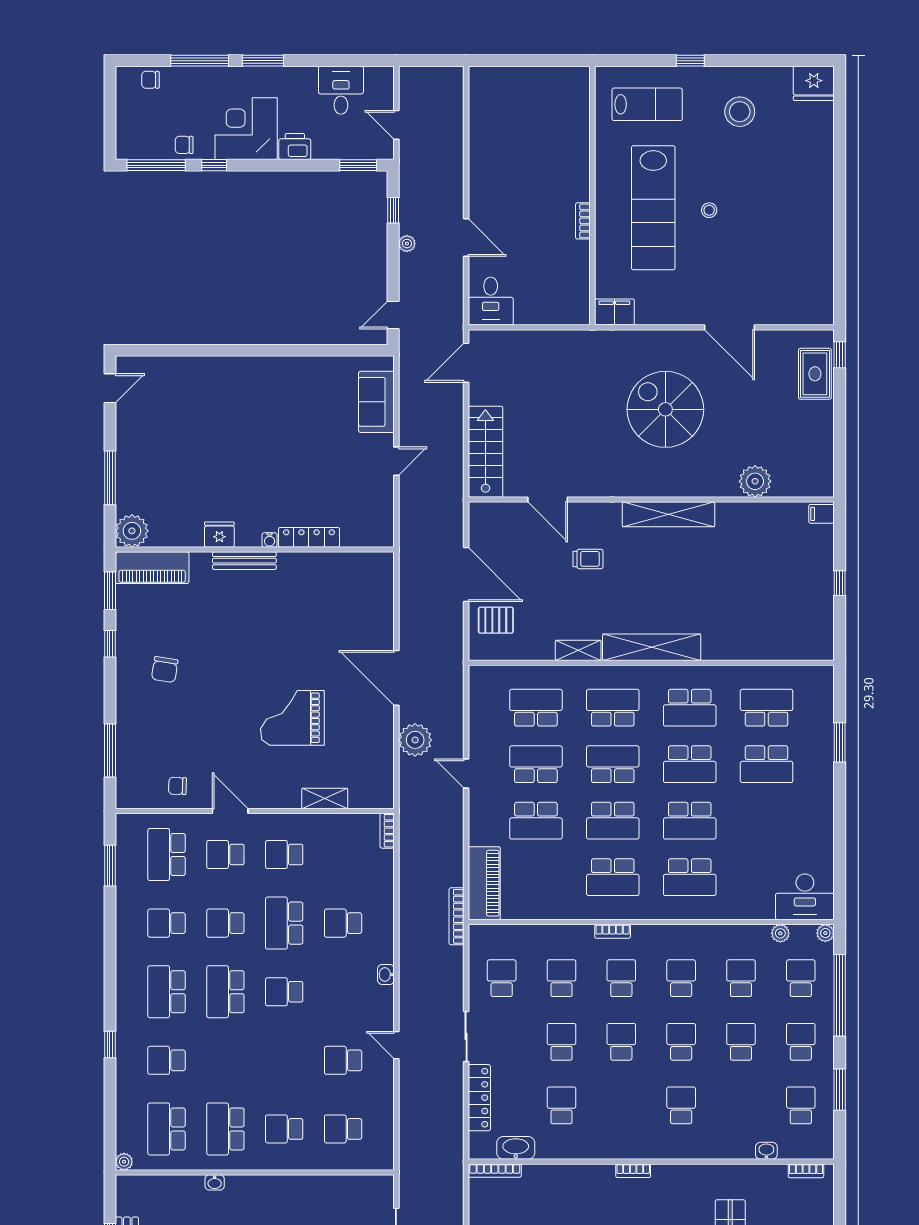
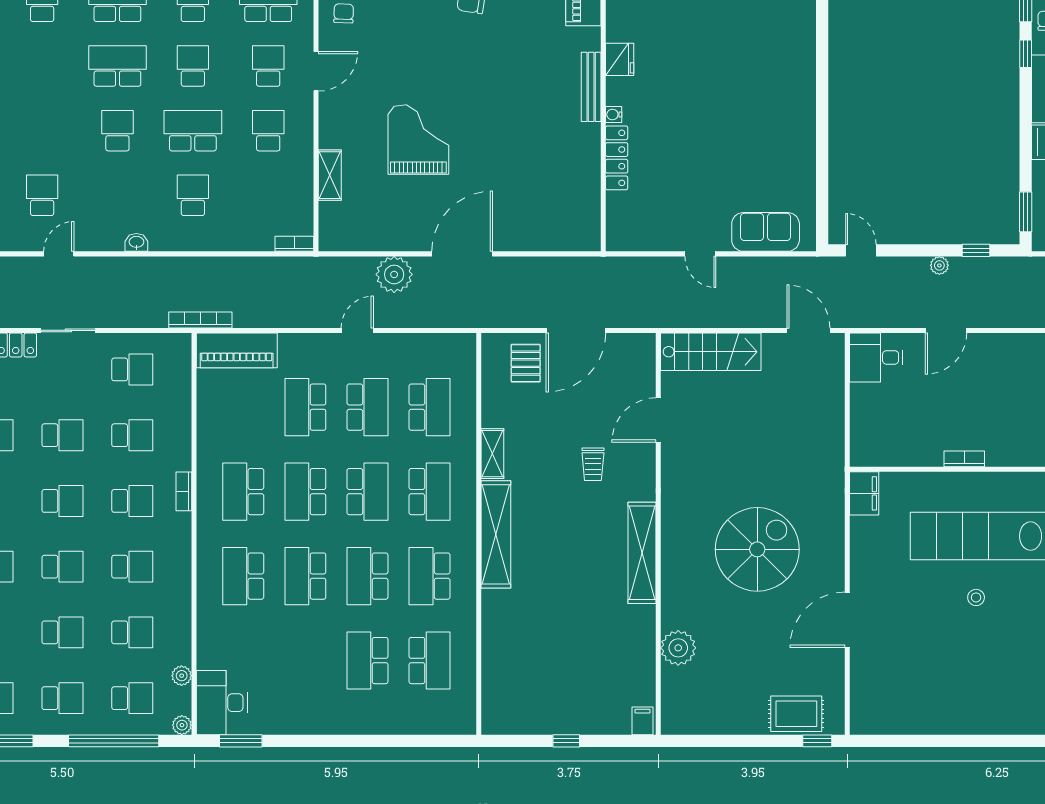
window: (840, 742) -> (241, 741), moved

